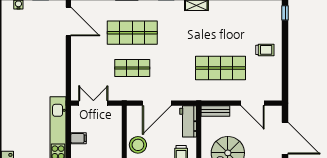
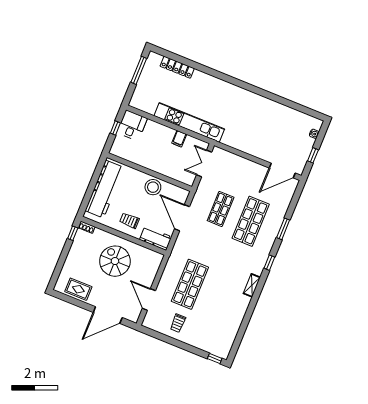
trolley: (265, 50) -> (178, 323), moved
double door: (93, 103) -> (204, 164), swing flipped
door: (253, 103) -> (149, 299), hinge flipped
bench: (215, 111) -> (155, 265), removed

